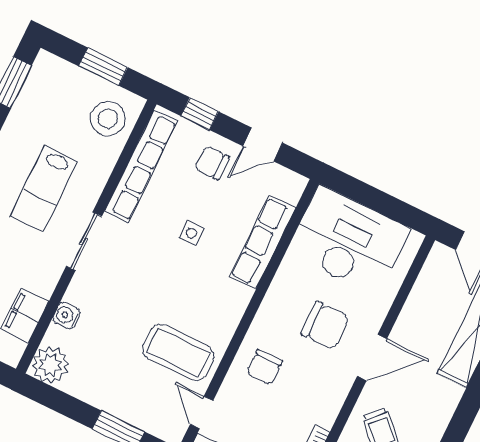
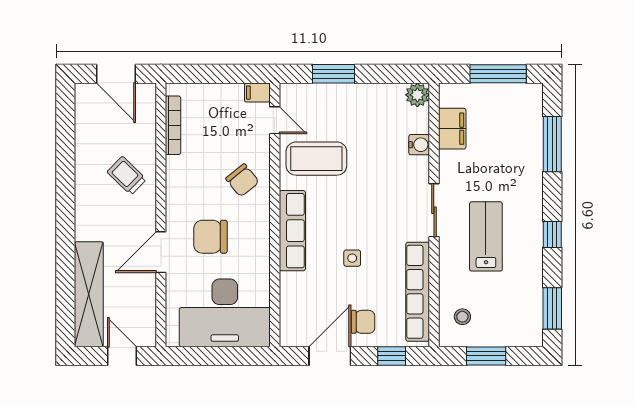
stool: (108, 119) -> (462, 317), width x0.53, depth x0.53
door: (263, 144) -> (330, 356), width x1.38
row of seats: (262, 242) -> (292, 231), moved
door: (372, 358) -> (161, 252), moved
plant: (50, 365) -> (417, 95), width x0.73, depth x0.73
chair: (264, 367) -> (242, 180), turned 141

